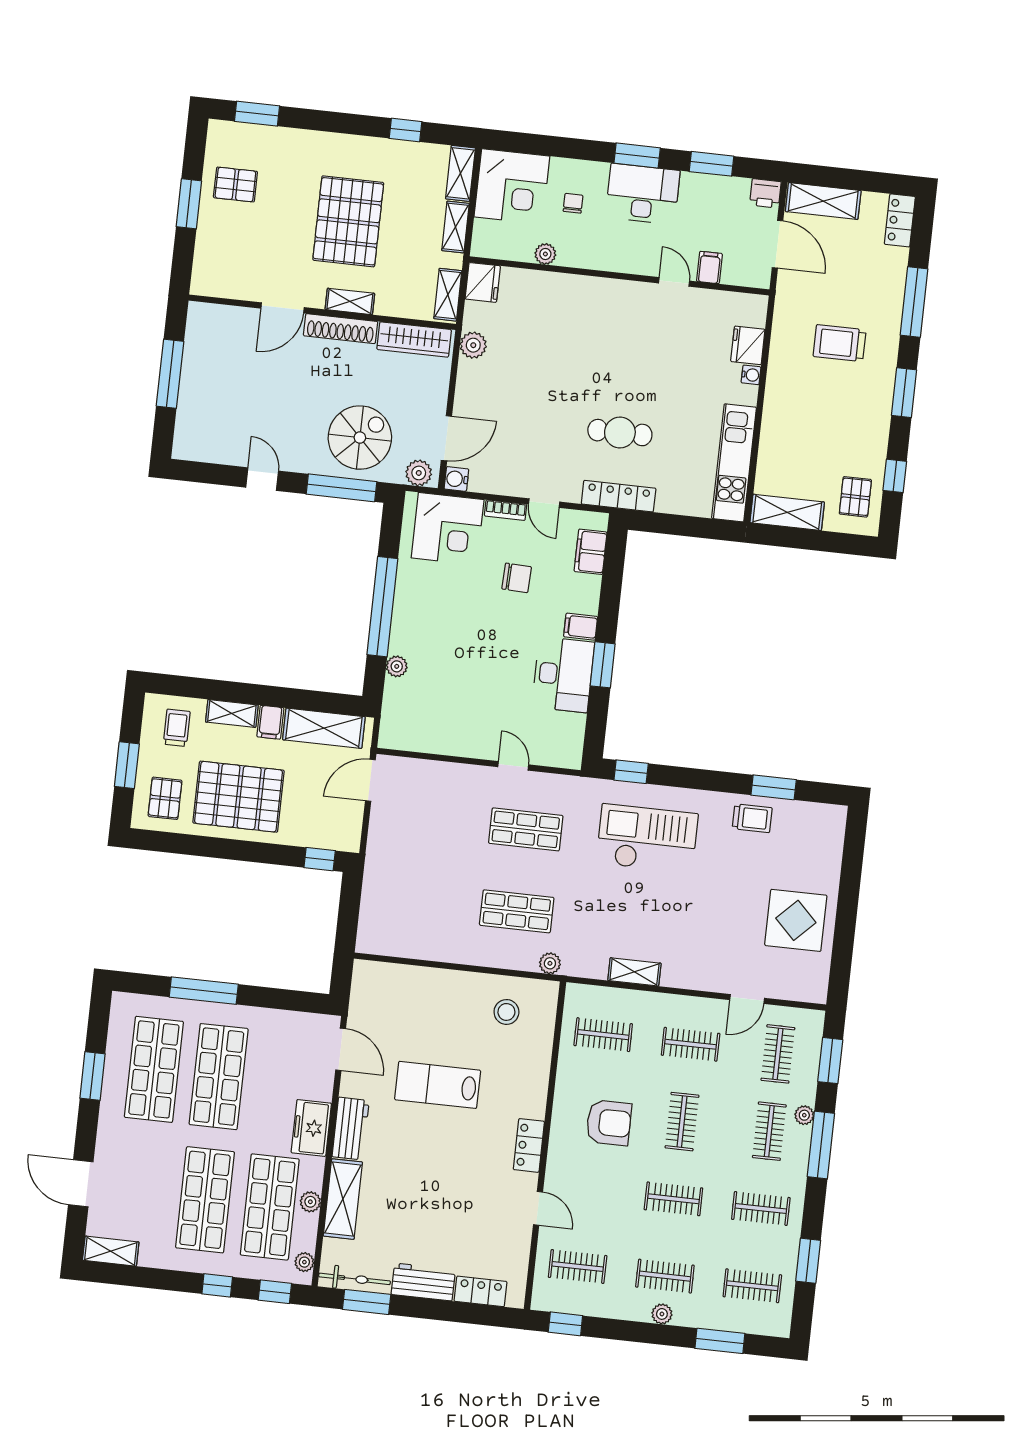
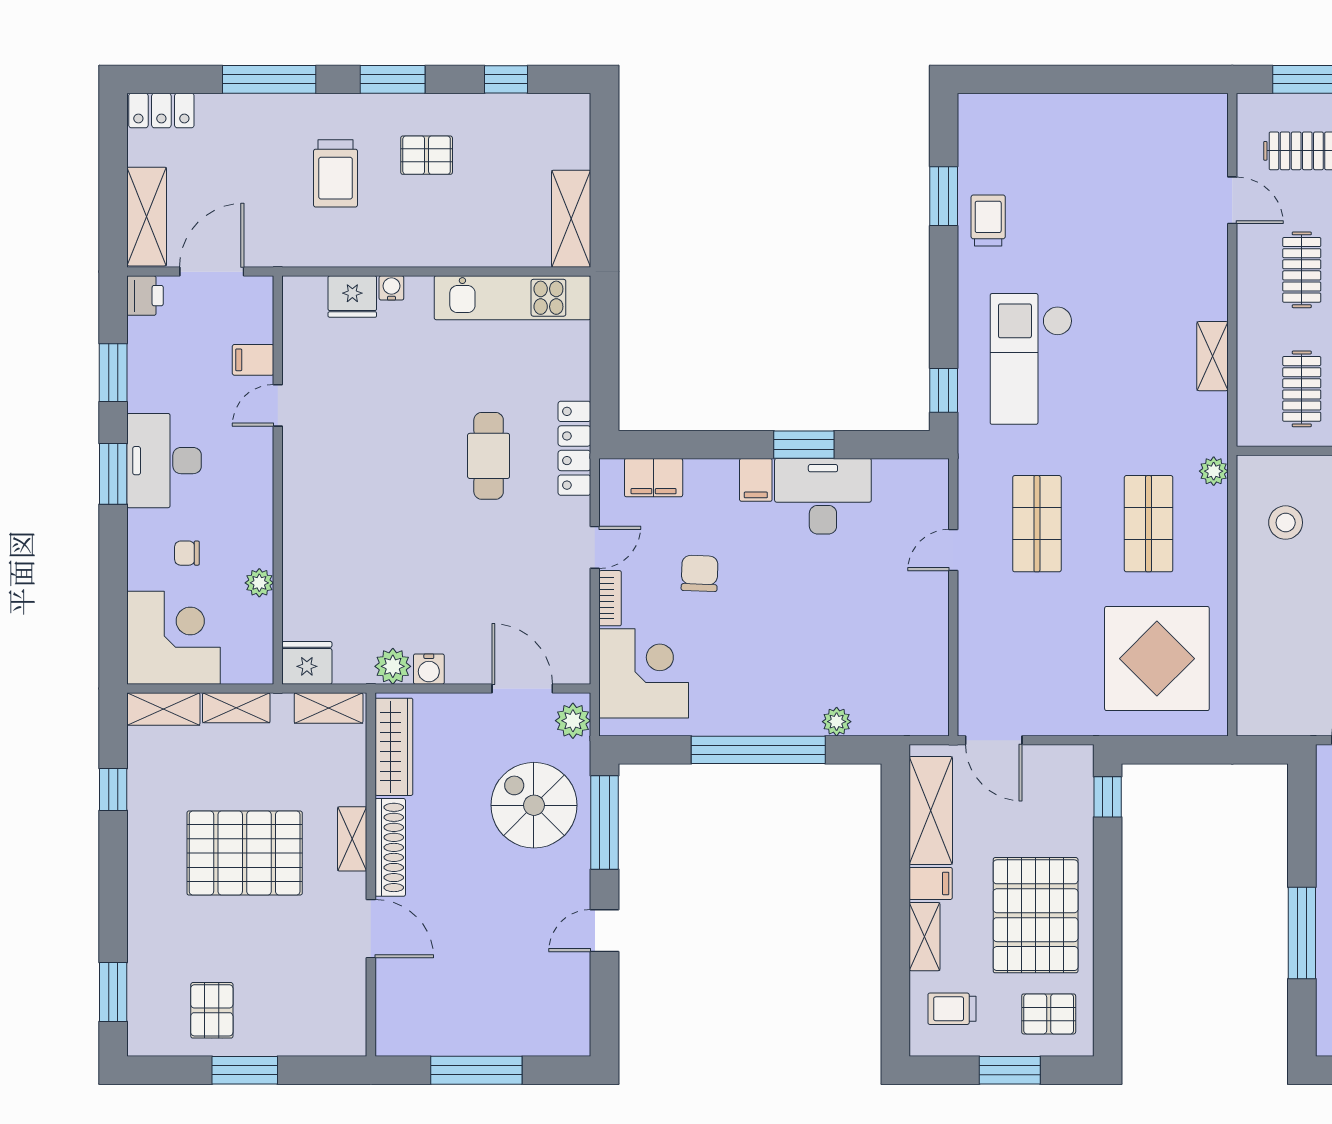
water cooler: (456, 479) -> (429, 669), moved
pallet: (855, 497) -> (427, 155), moved
display table: (796, 920) -> (1157, 659), moved, width x1.36, depth x1.36

